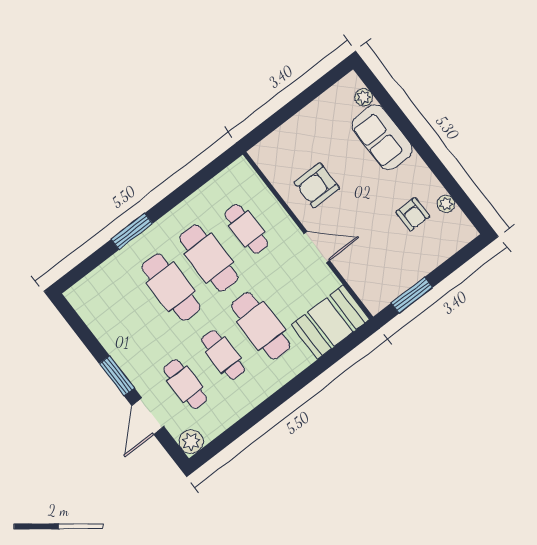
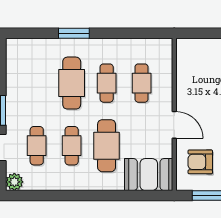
armchair: (317, 185) -> (200, 162), moved
cafe table: (209, 258) -> (107, 83), width x0.73, depth x0.74

